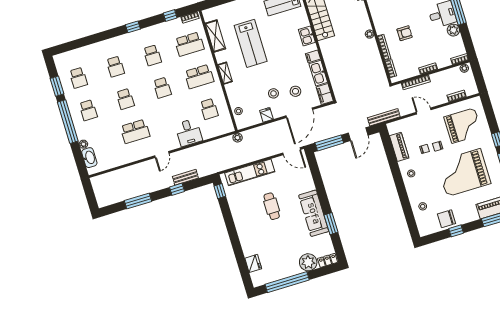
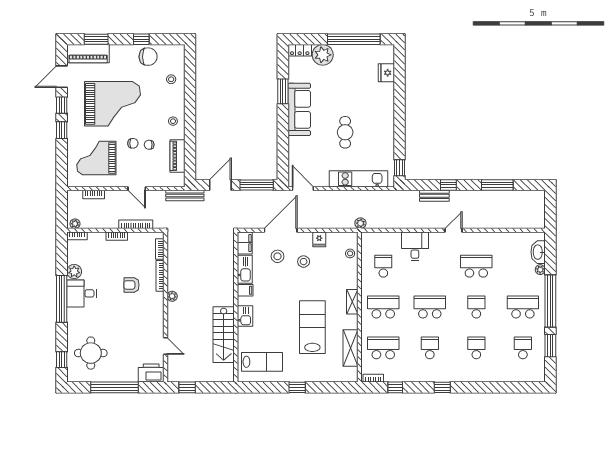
school desk: (162, 88) -> (430, 307), width x1.85
school desk: (88, 110) -> (523, 307), width x1.85

